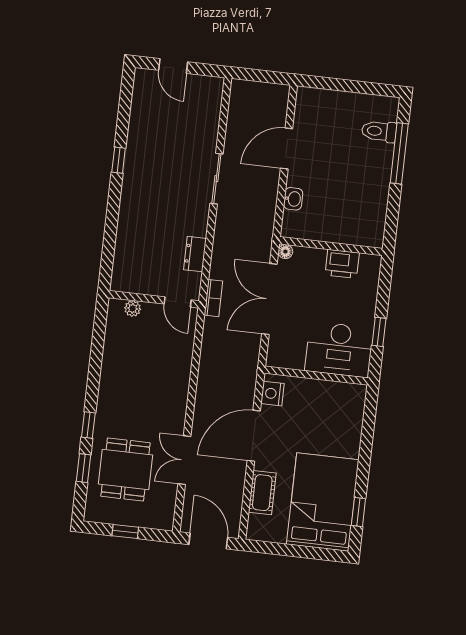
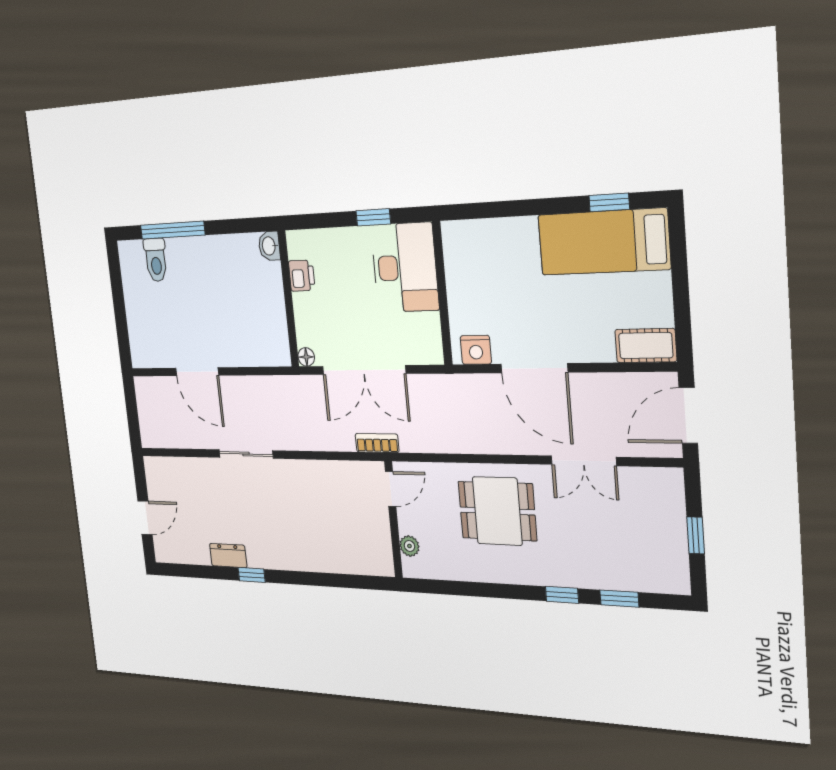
washbasin: (293, 199) -> (269, 246), moved, turned -90
dresser: (195, 254) -> (228, 556), moved, turned 180
printer: (342, 264) -> (302, 276), width x0.73, depth x0.81
dining table: (125, 470) -> (497, 511), moved
cot: (262, 493) -> (646, 346), moved
bed: (323, 502) -> (604, 242), width x0.67

